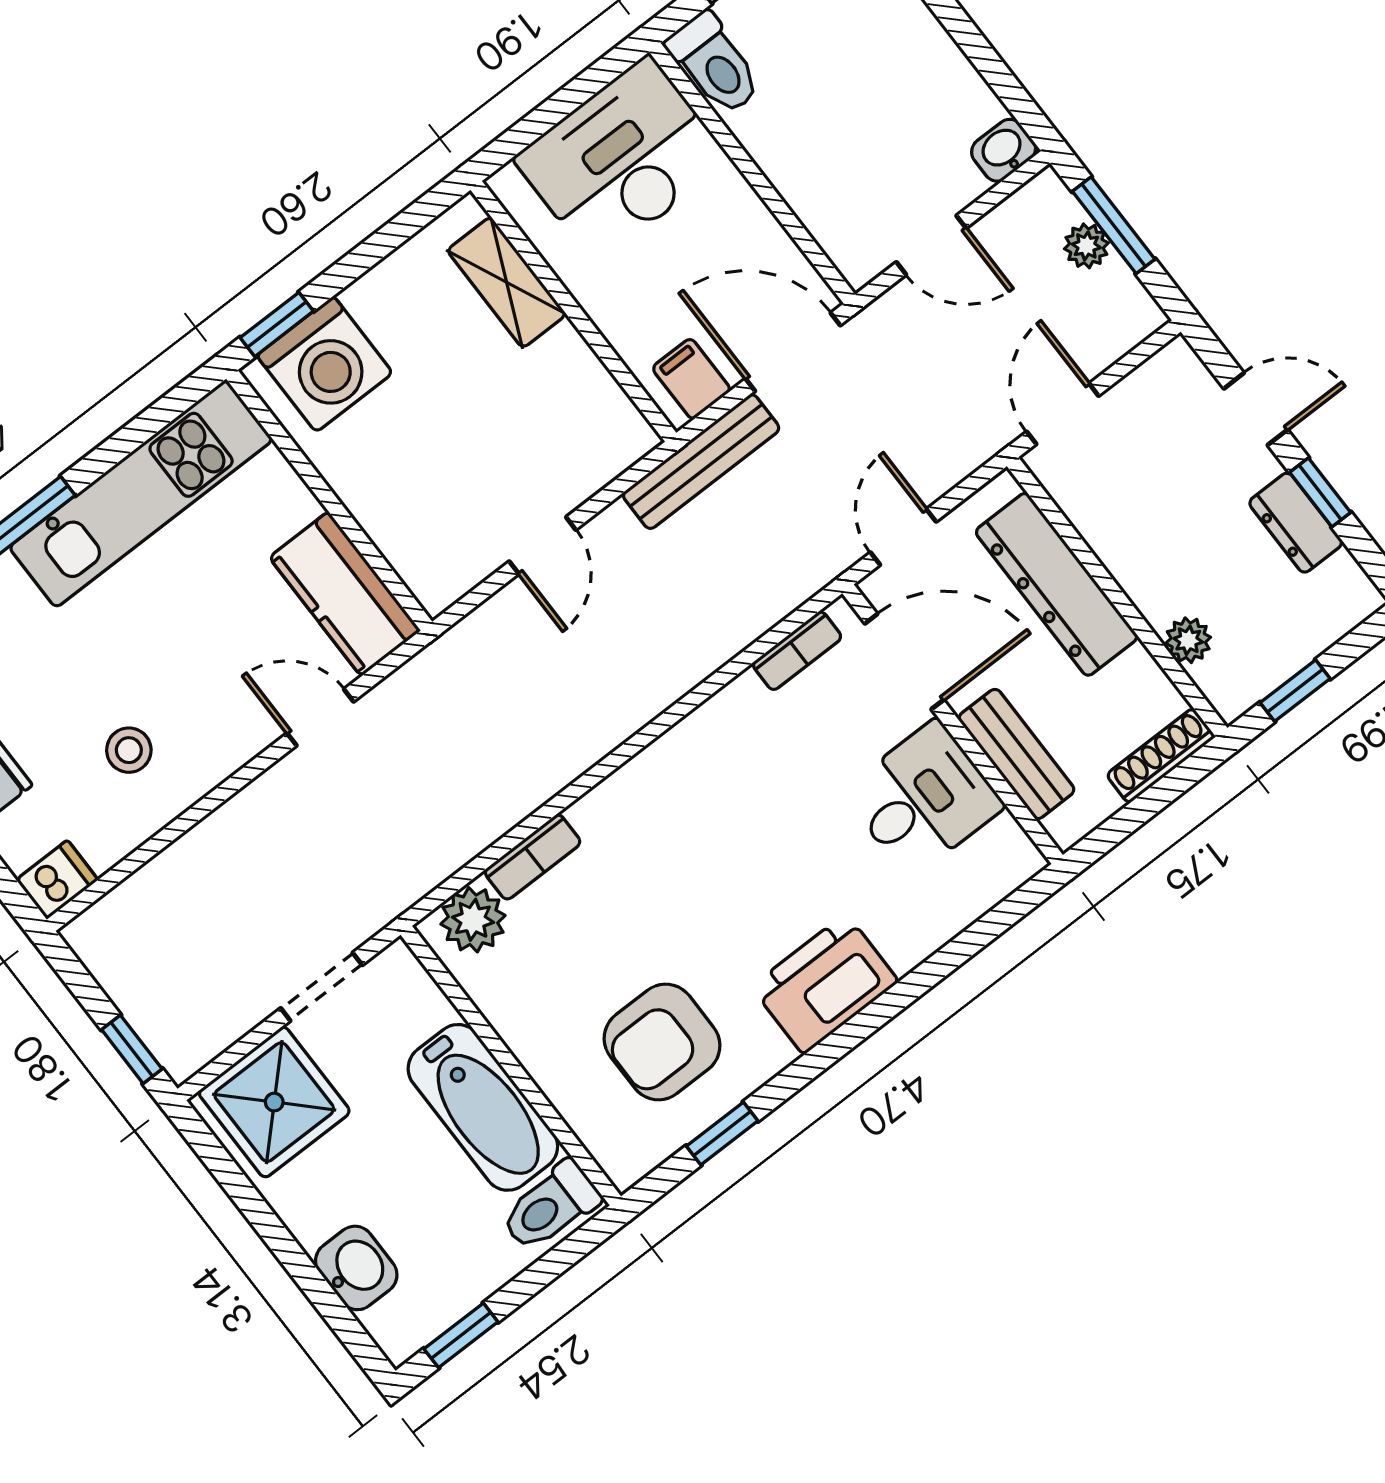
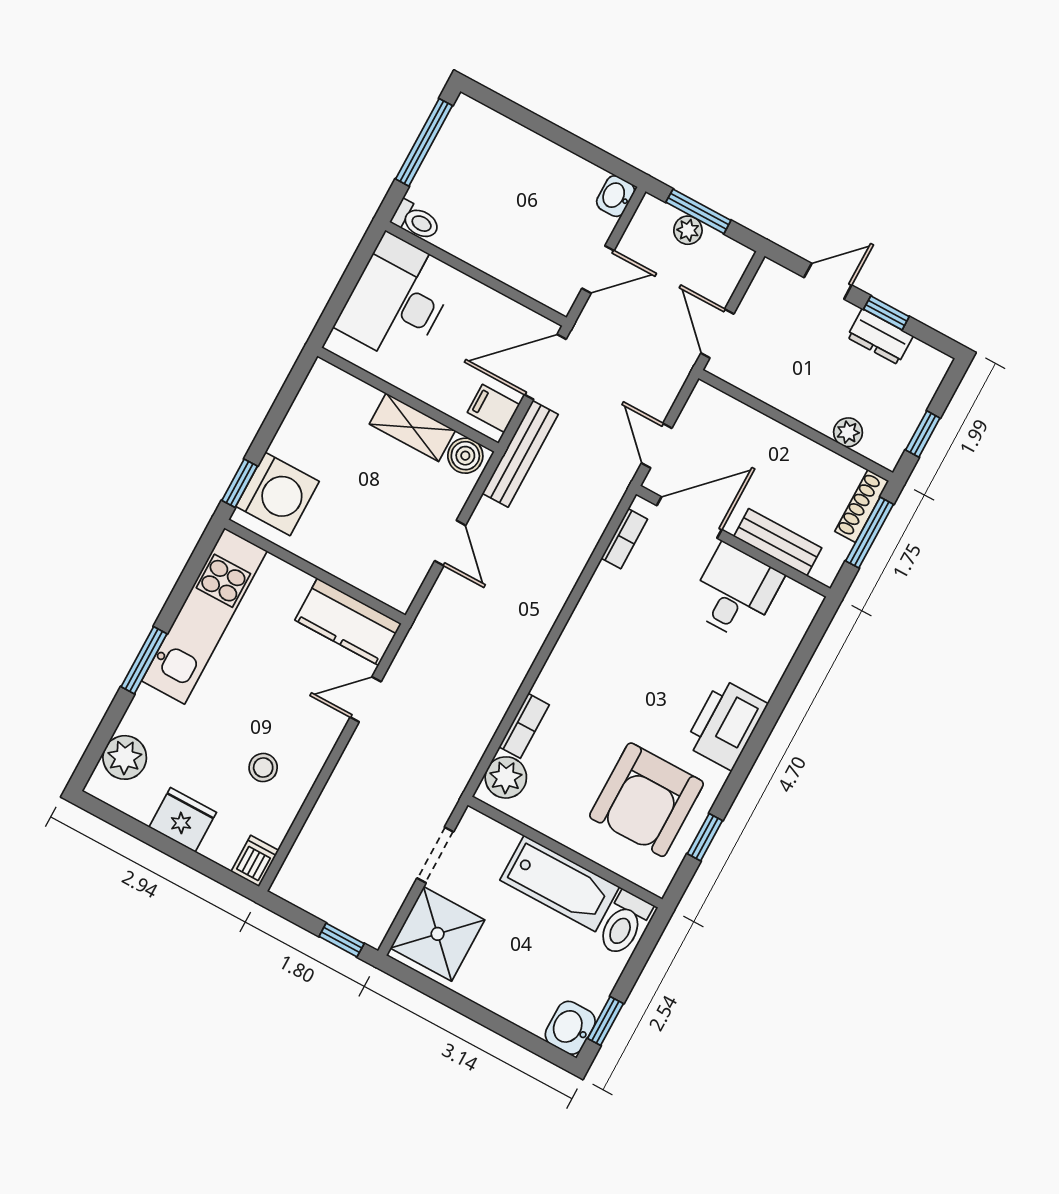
toilet: (715, 64) -> (416, 221), width x0.73, depth x0.72
shelving: (507, 282) -> (412, 427), moved
boiler: (620, 429) -> (465, 456), added
dresser: (1057, 584) -> (757, 434), removed
window: (1155, 799) -> (870, 533), added
armchair: (662, 1042) -> (647, 800), width x1.36, depth x1.36
washbasin: (356, 1268) -> (570, 1028), moved, turned -90

